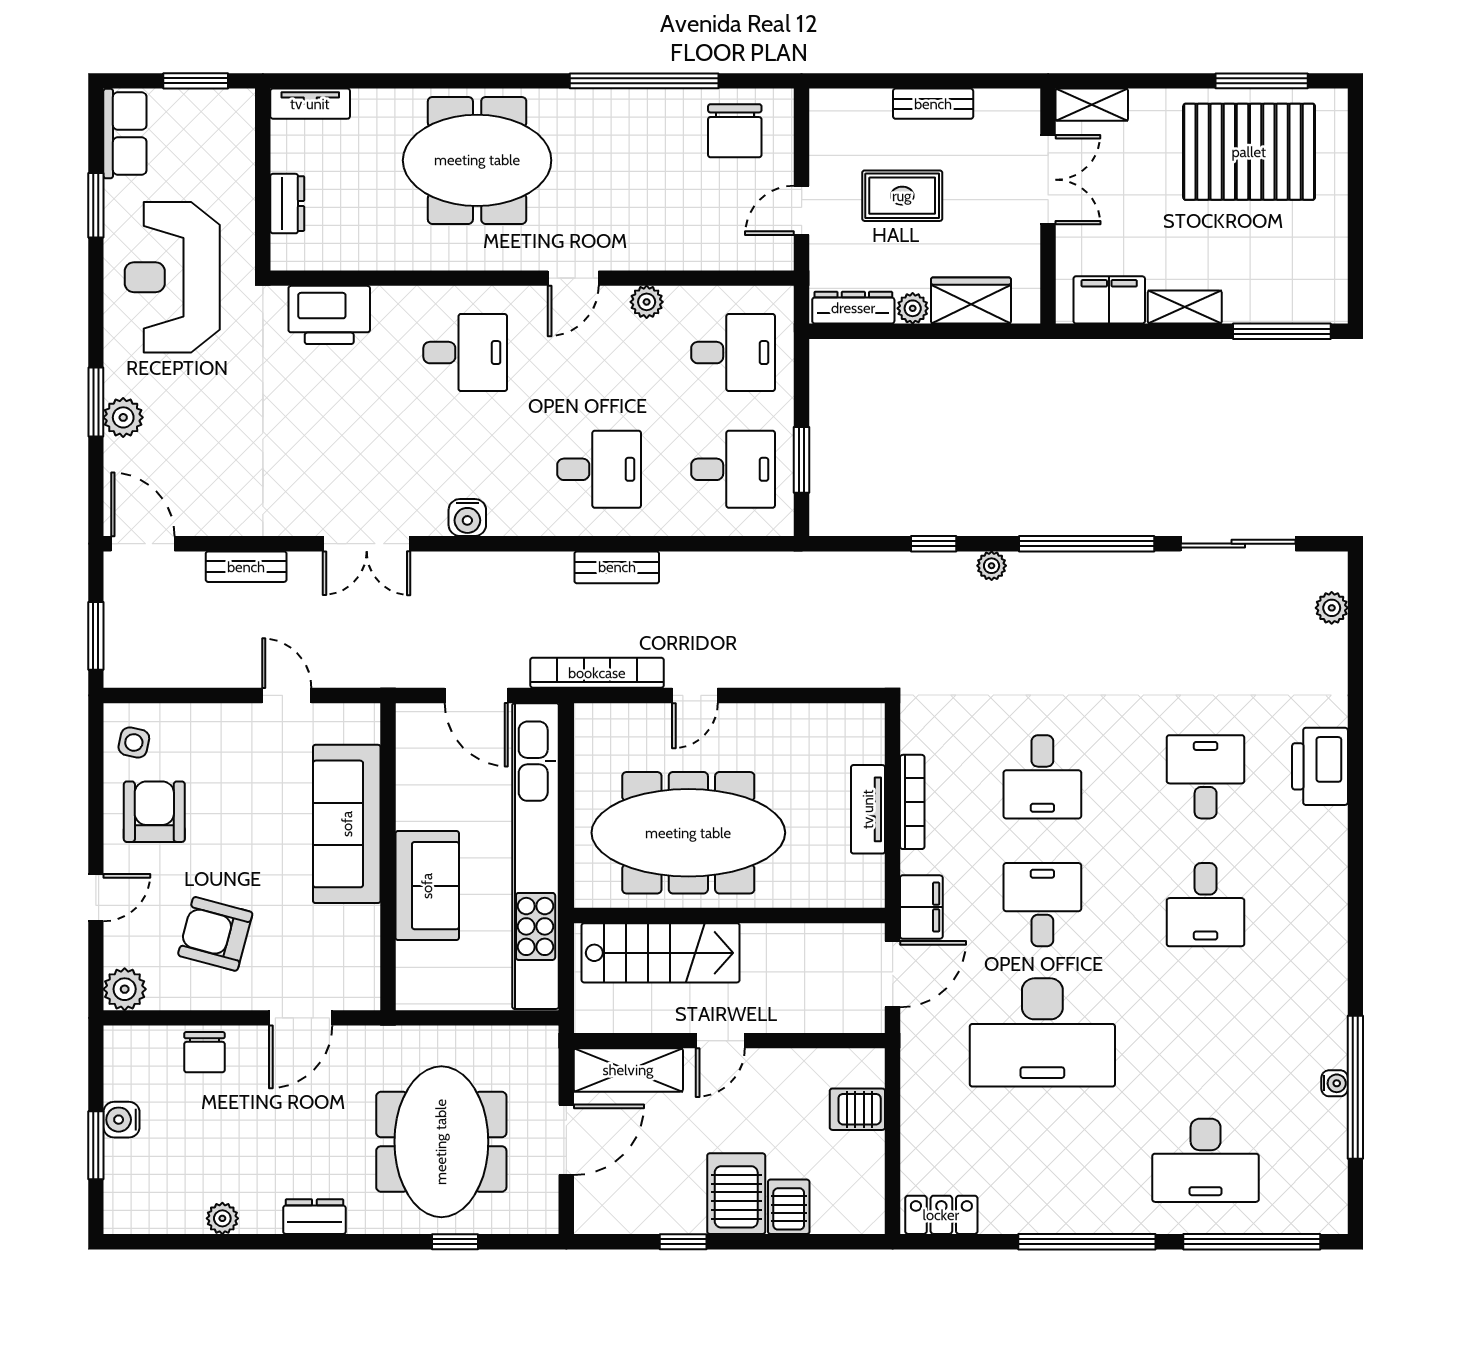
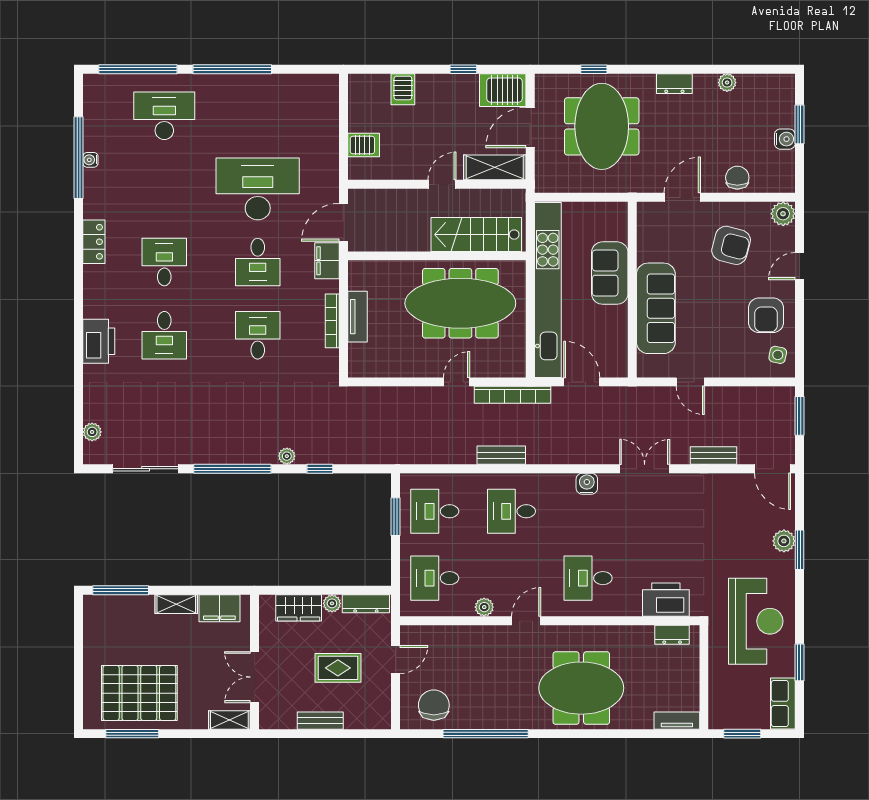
dresser: (287, 204) -> (672, 635), moved, turned -90
server rack: (736, 1194) -> (503, 90), moved, turned 90
locker: (941, 1215) -> (94, 242), moved, turned -90

